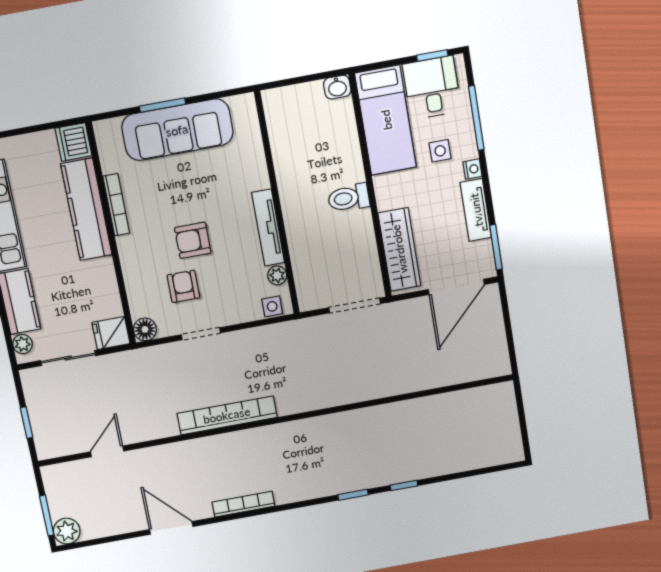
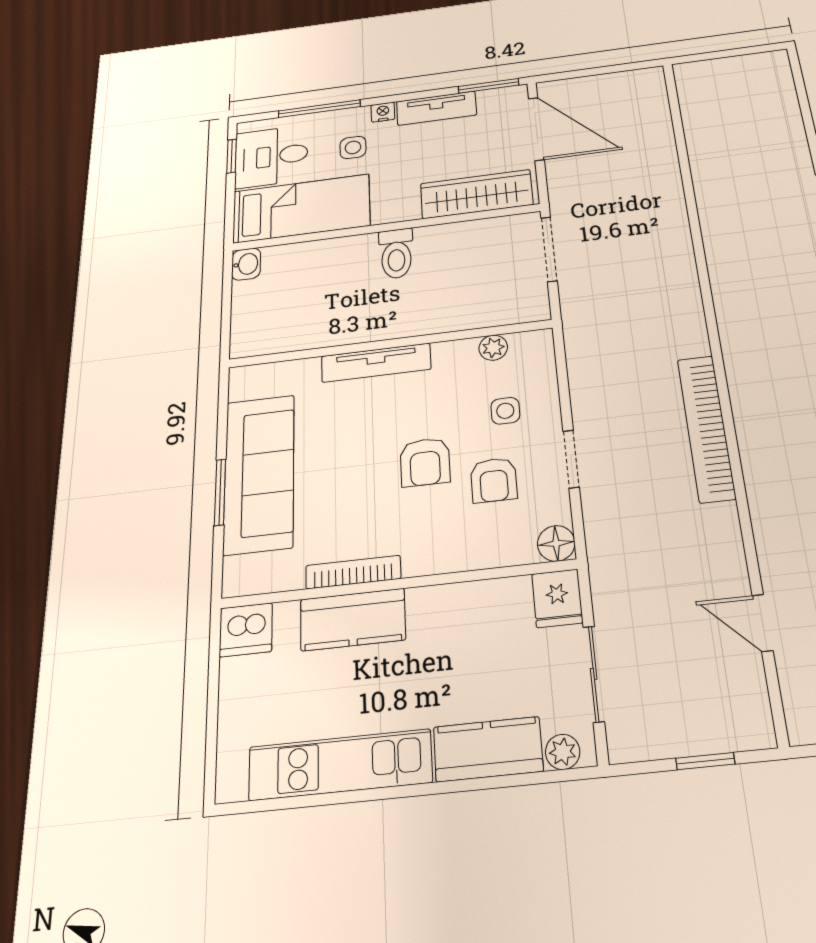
kitchen counter: (86, 209) -> (353, 619), width x0.67
tv unit: (268, 228) -> (376, 363), moved
armchair: (183, 286) -> (494, 480), turned -90
side table: (272, 306) -> (505, 411), moved

